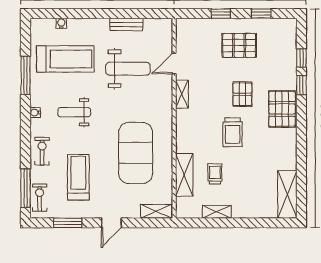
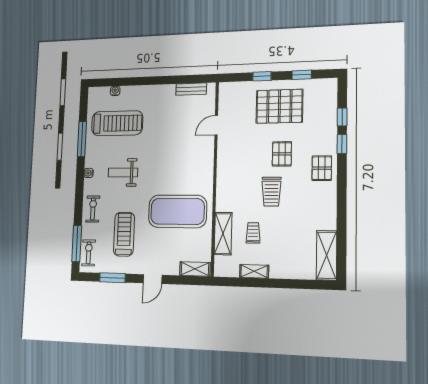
bench: (126, 24) -> (191, 89), moved
pallet: (239, 45) -> (279, 106), width x1.37, depth x1.41
weight bench: (128, 69) -> (173, 131), removed
shelving: (182, 94) -> (223, 155), removed
pallet: (282, 109) -> (322, 168), width x0.67, depth x0.71
exercise mat: (136, 153) -> (178, 211), turned 90

